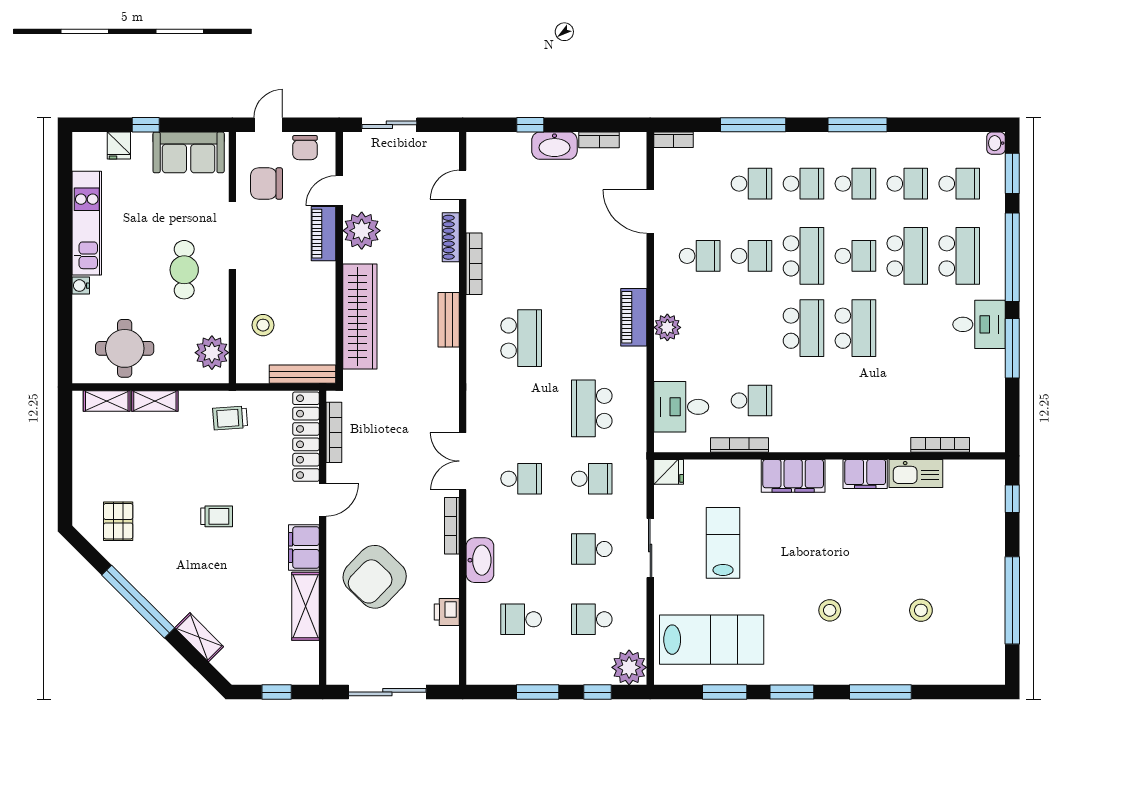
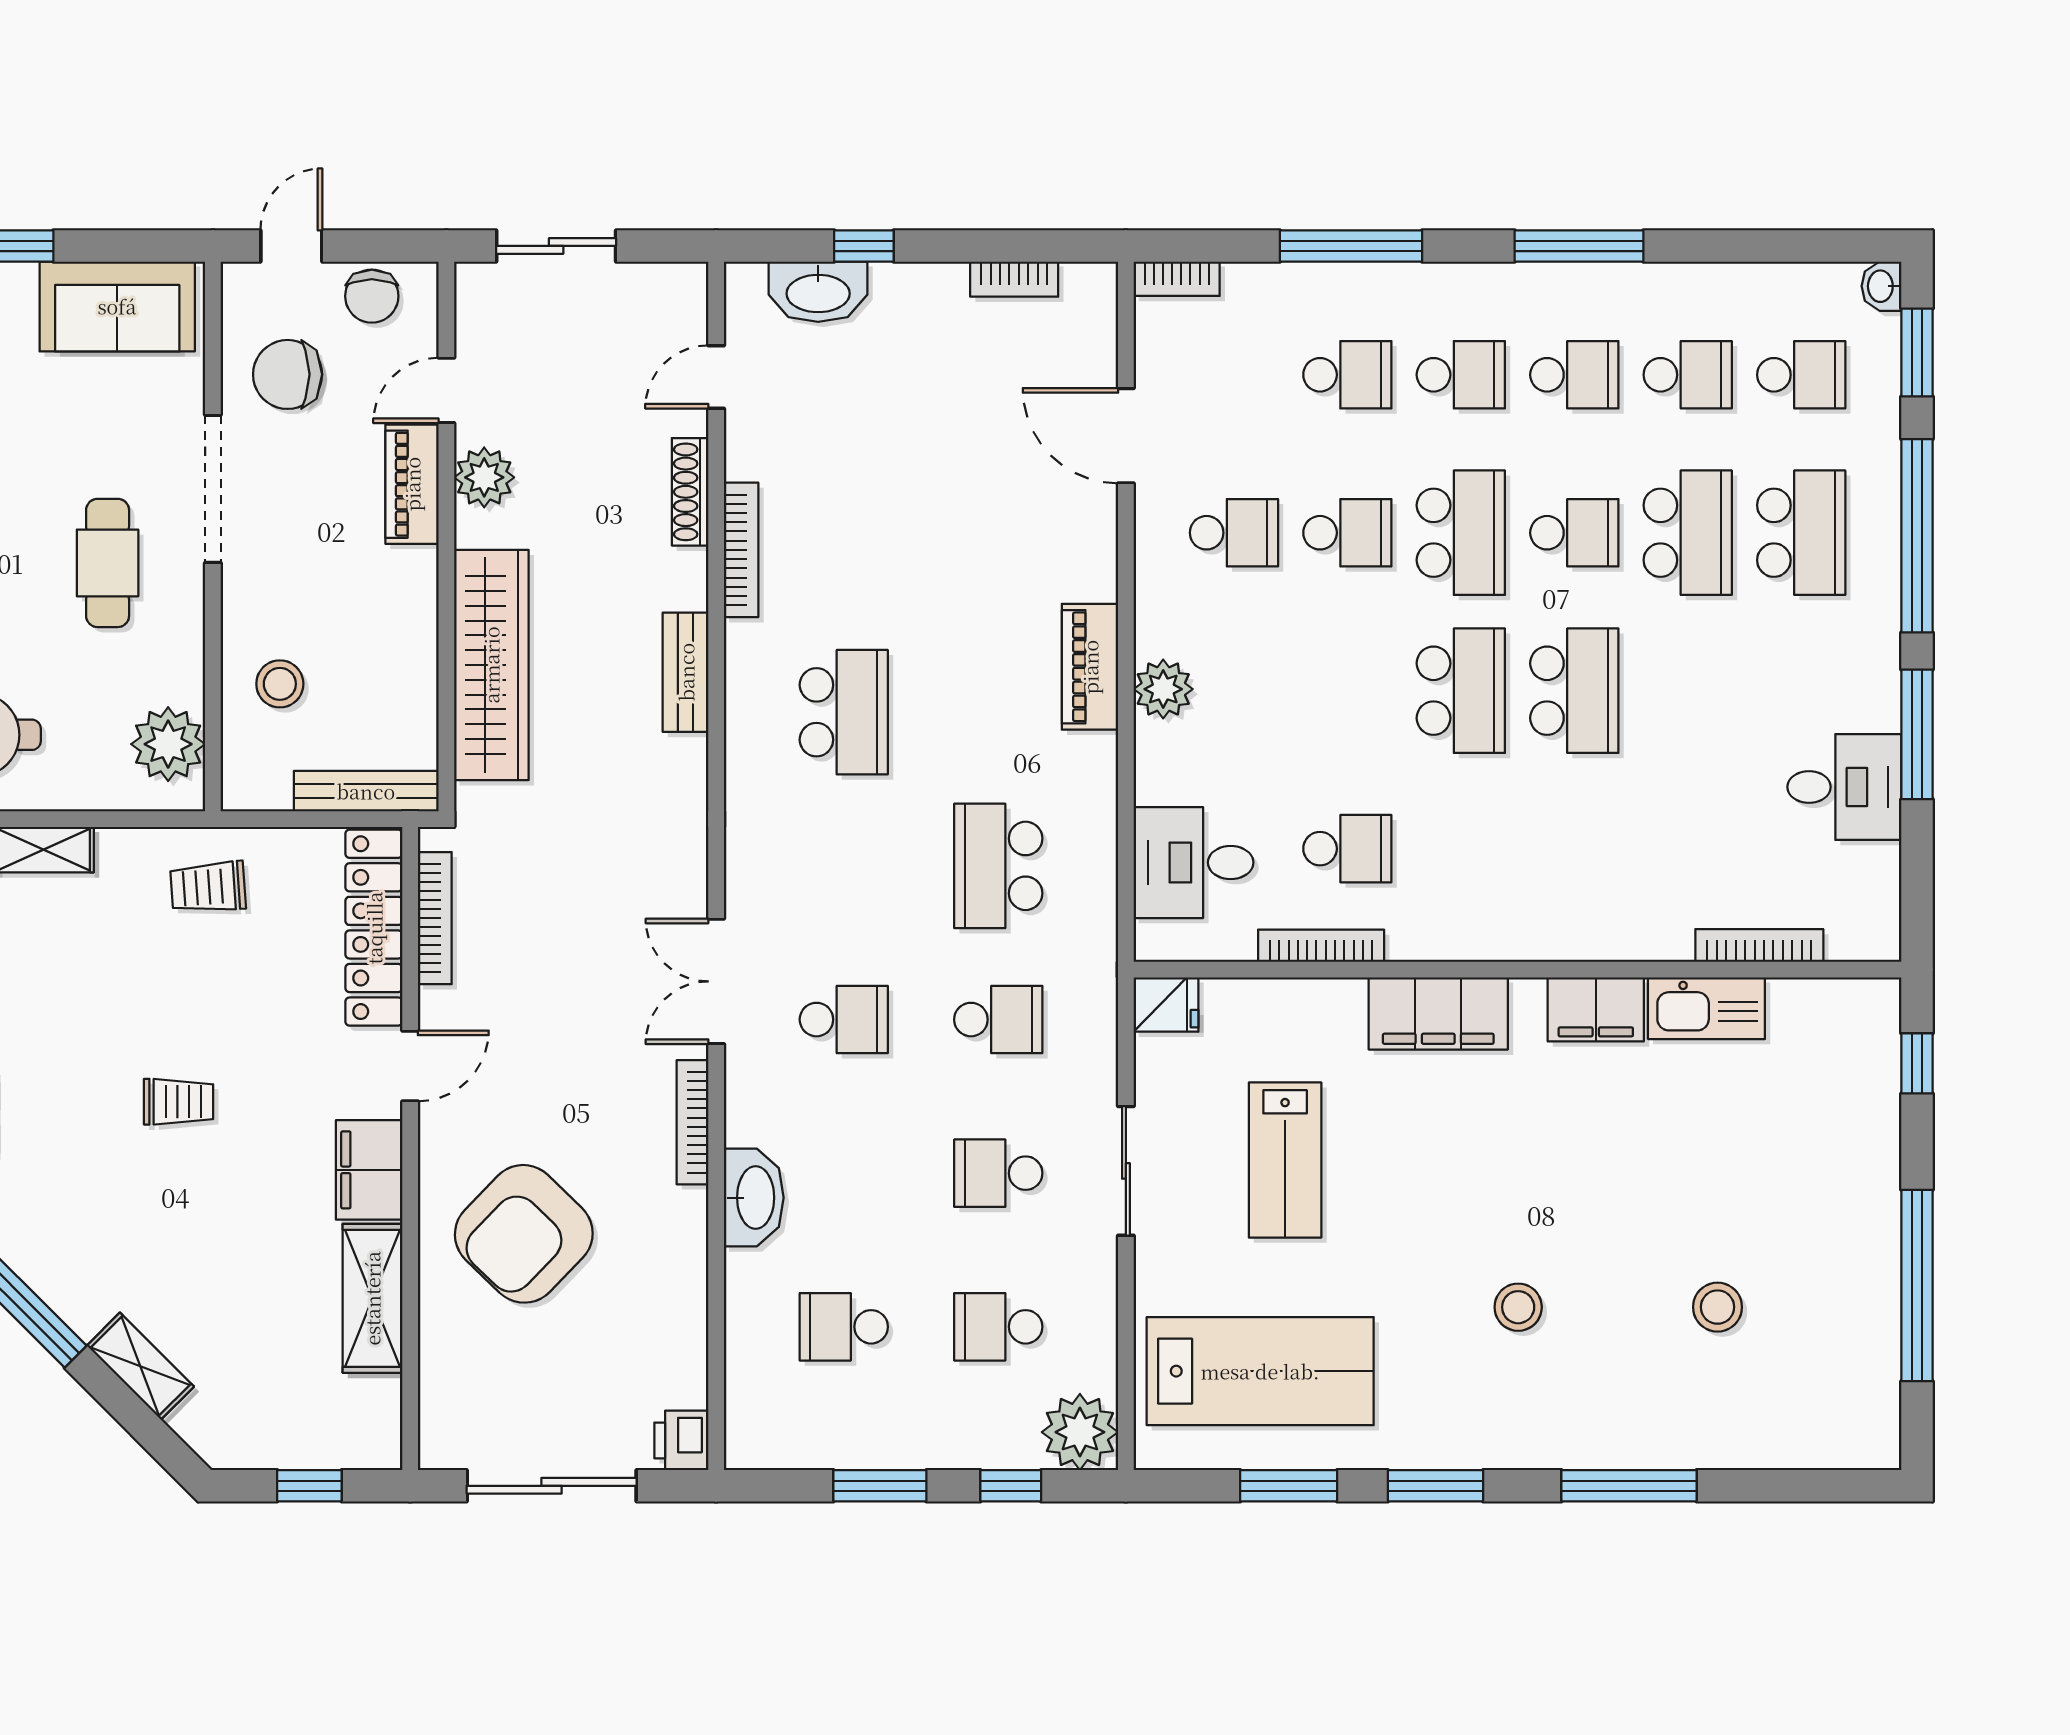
washbasin: (554, 146) -> (818, 292), moved
plant: (362, 231) -> (484, 477), width x0.73, depth x0.73
desk: (979, 324) -> (1844, 787), moved
lab bench: (723, 543) -> (1285, 1160), turned 180
printer: (447, 612) -> (681, 1440), moved

